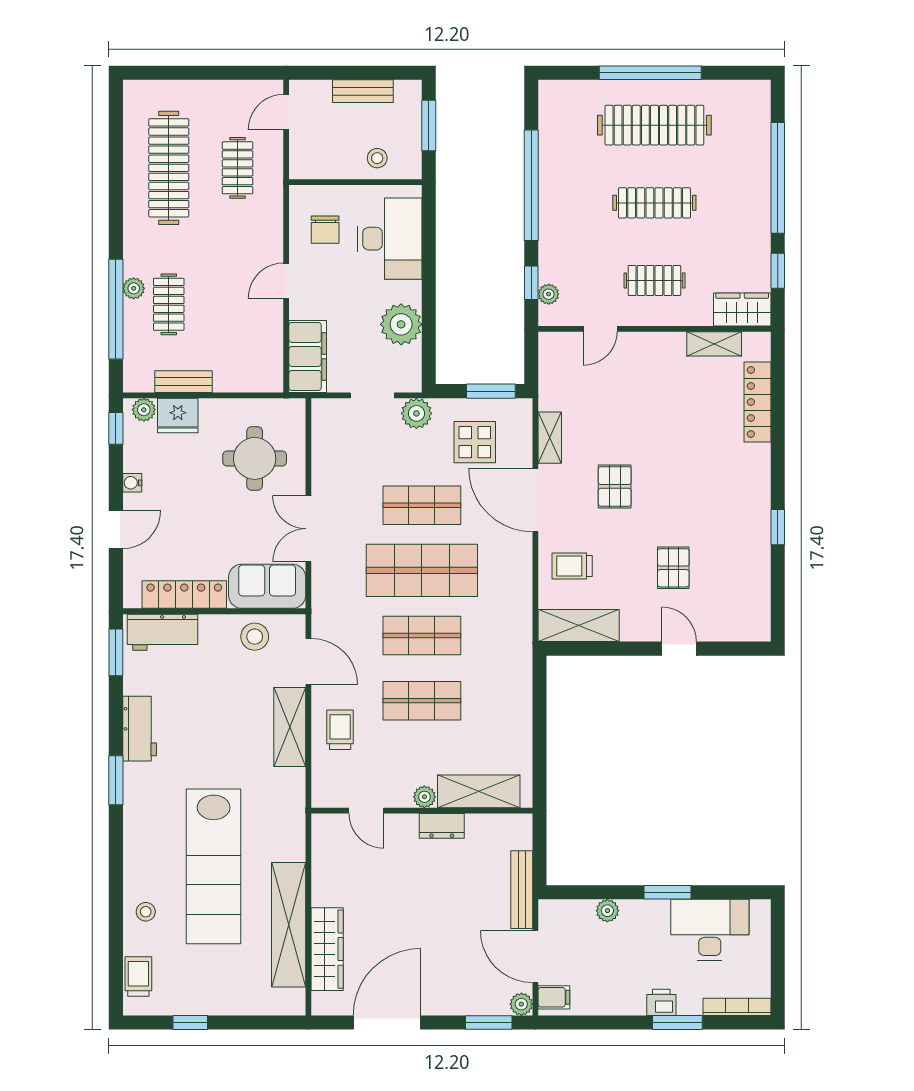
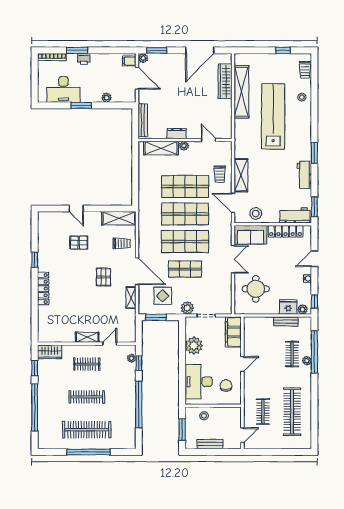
shelving: (714, 344) -> (87, 337), moved
locker: (758, 402) -> (43, 289), moved
pallet: (673, 568) -> (79, 243), turned 90
shop shelf: (422, 636) -> (185, 214), width x1.43, depth x1.36
shop shelf: (422, 701) -> (185, 186), width x1.43, depth x1.36
bench: (522, 890) -> (143, 120), moved

